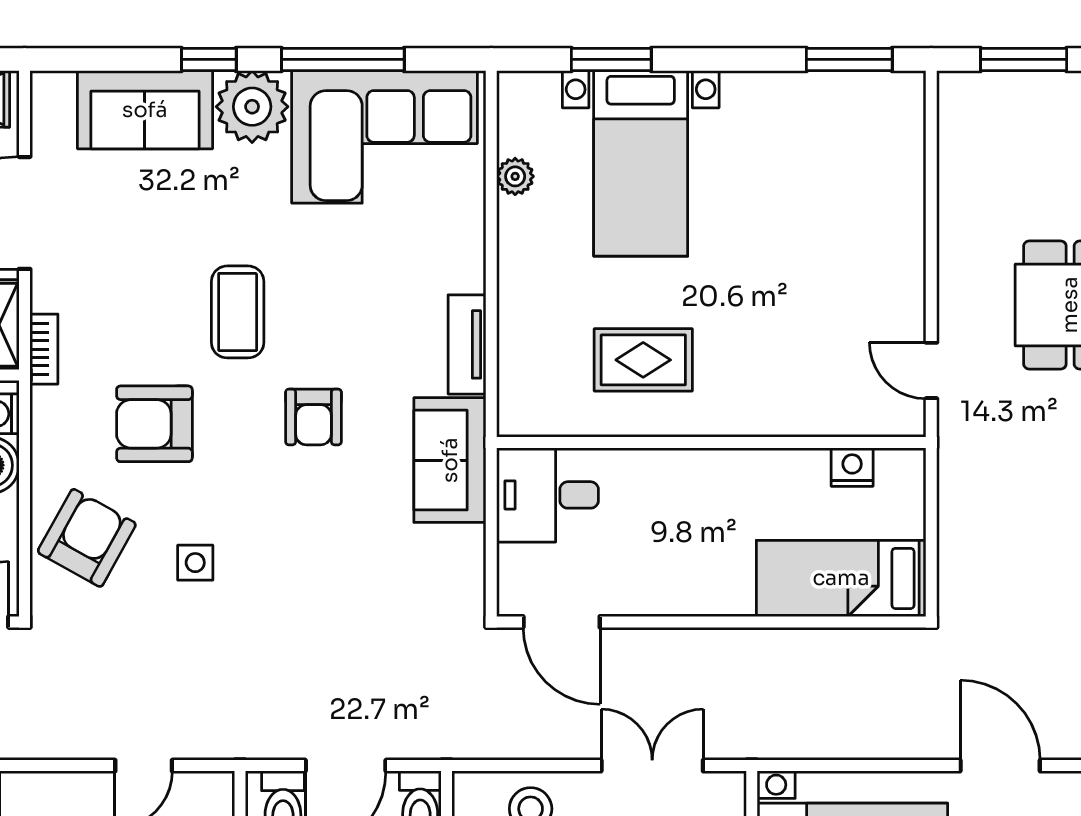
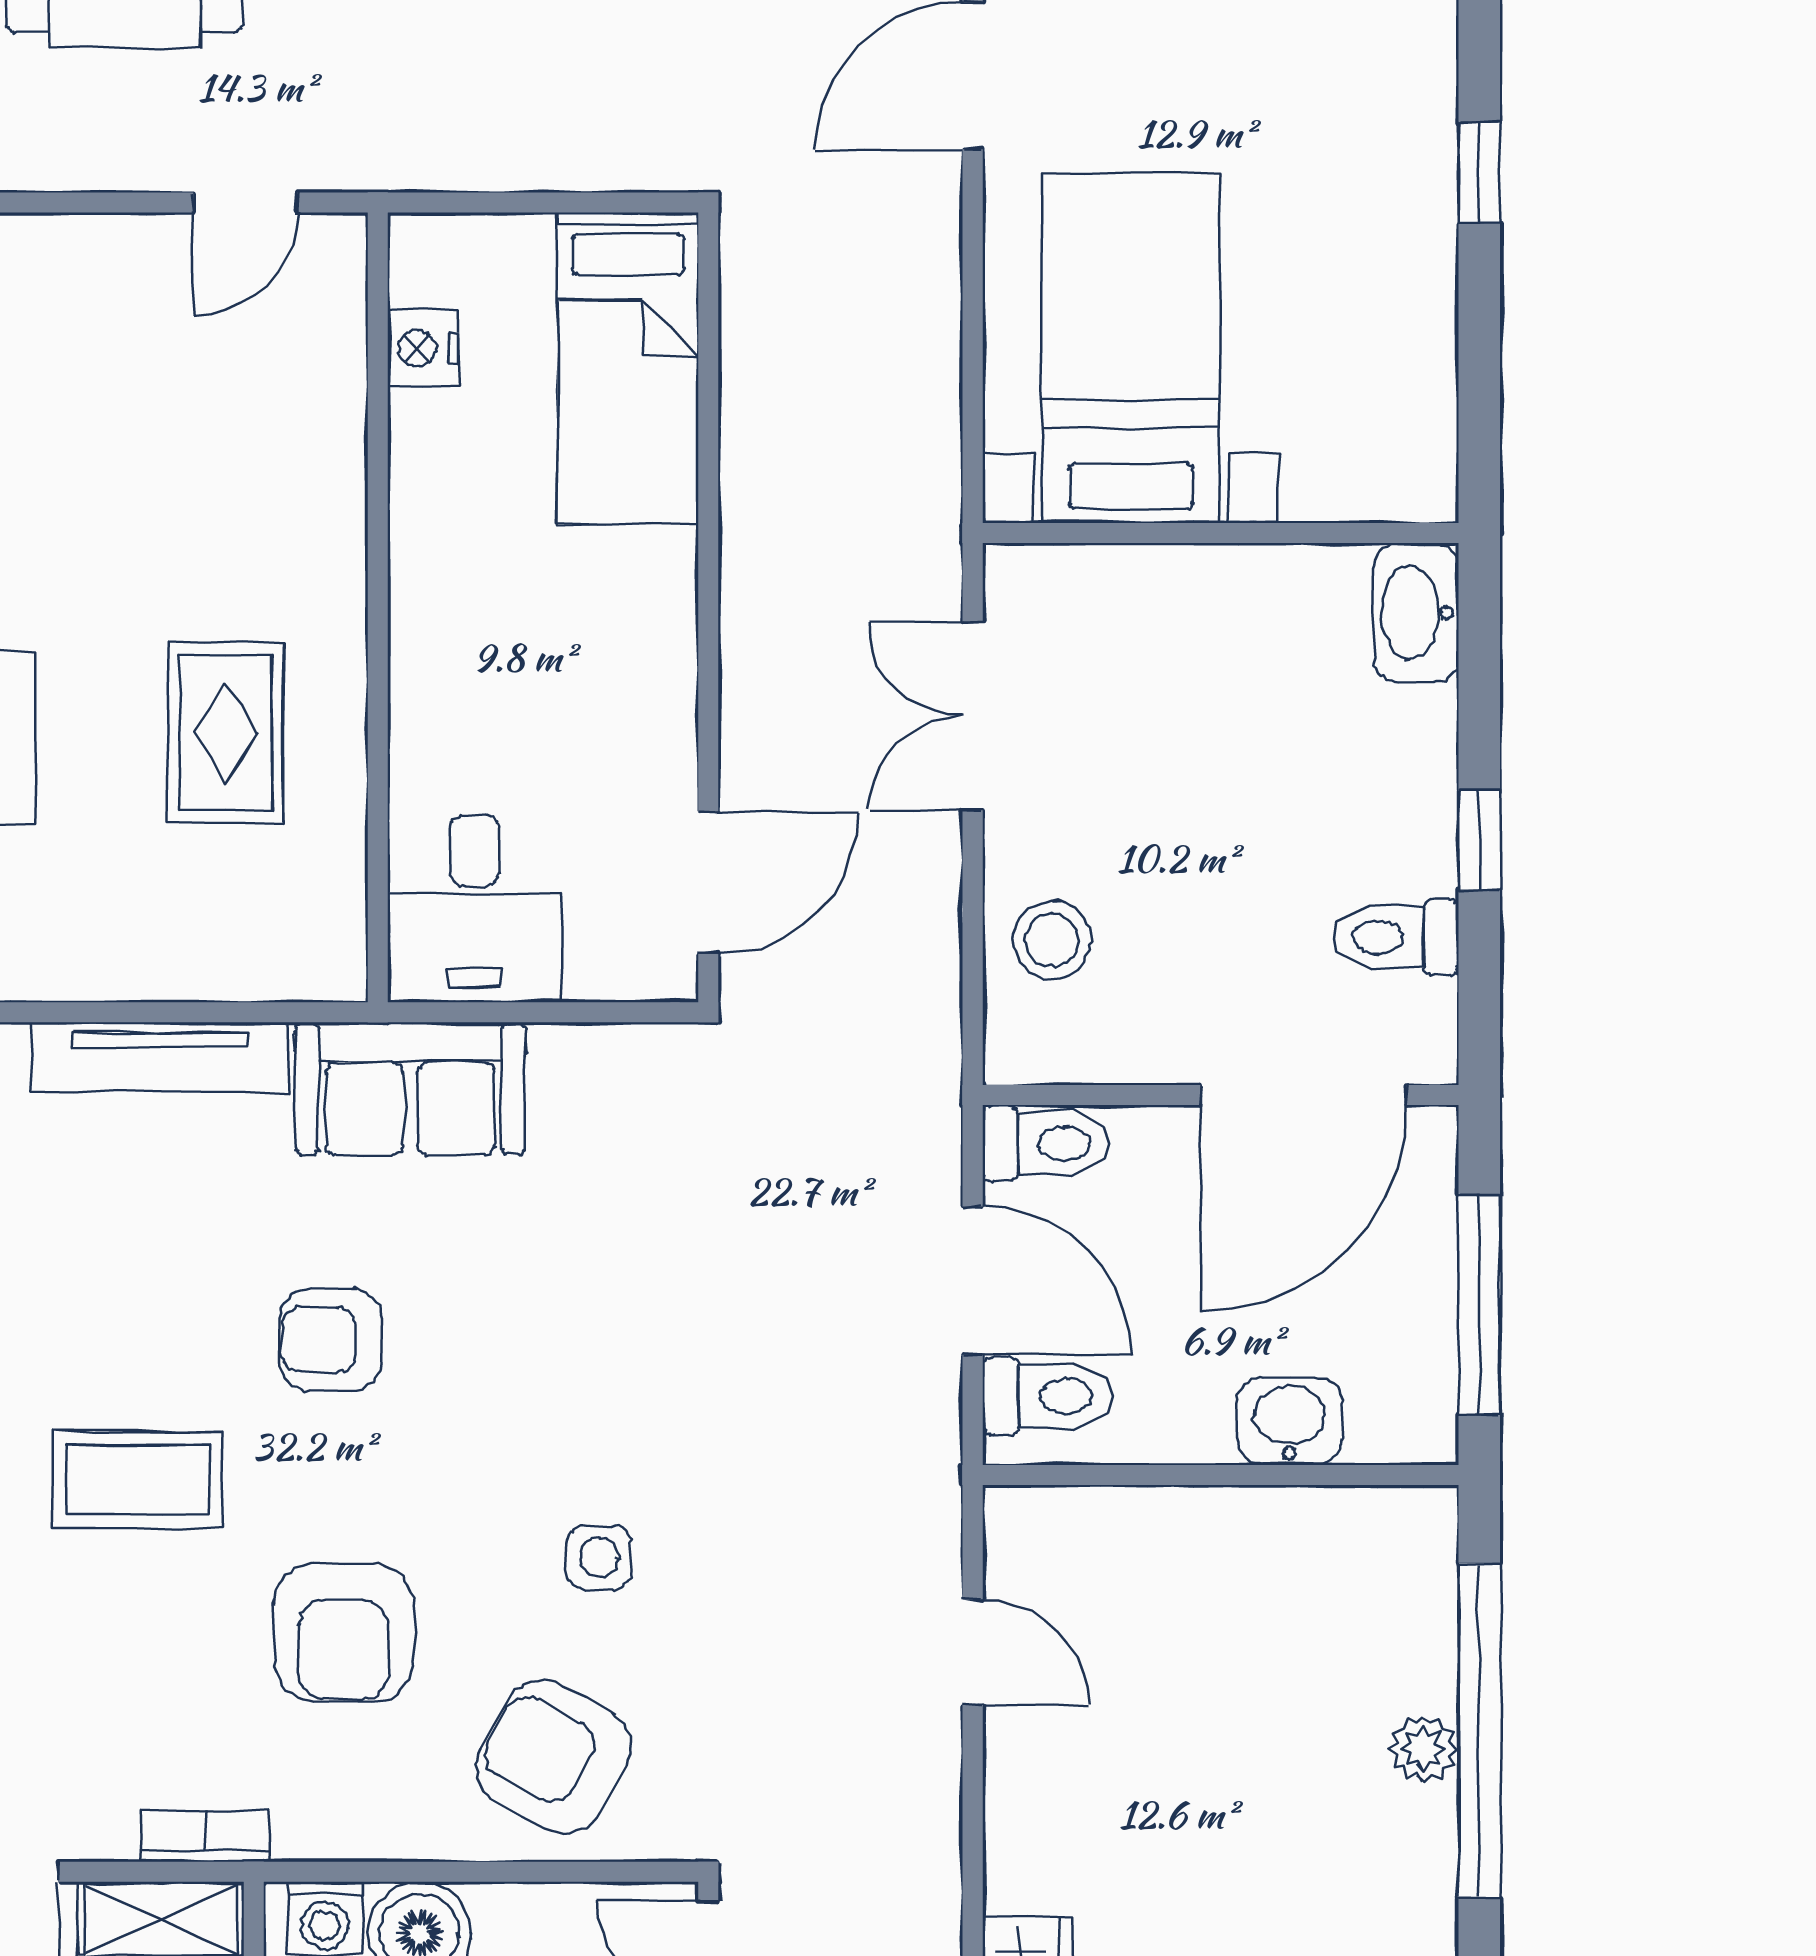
tv unit: (467, 344) -> (160, 1057), width x1.41
armchair: (313, 417) -> (331, 1340), turned 180

